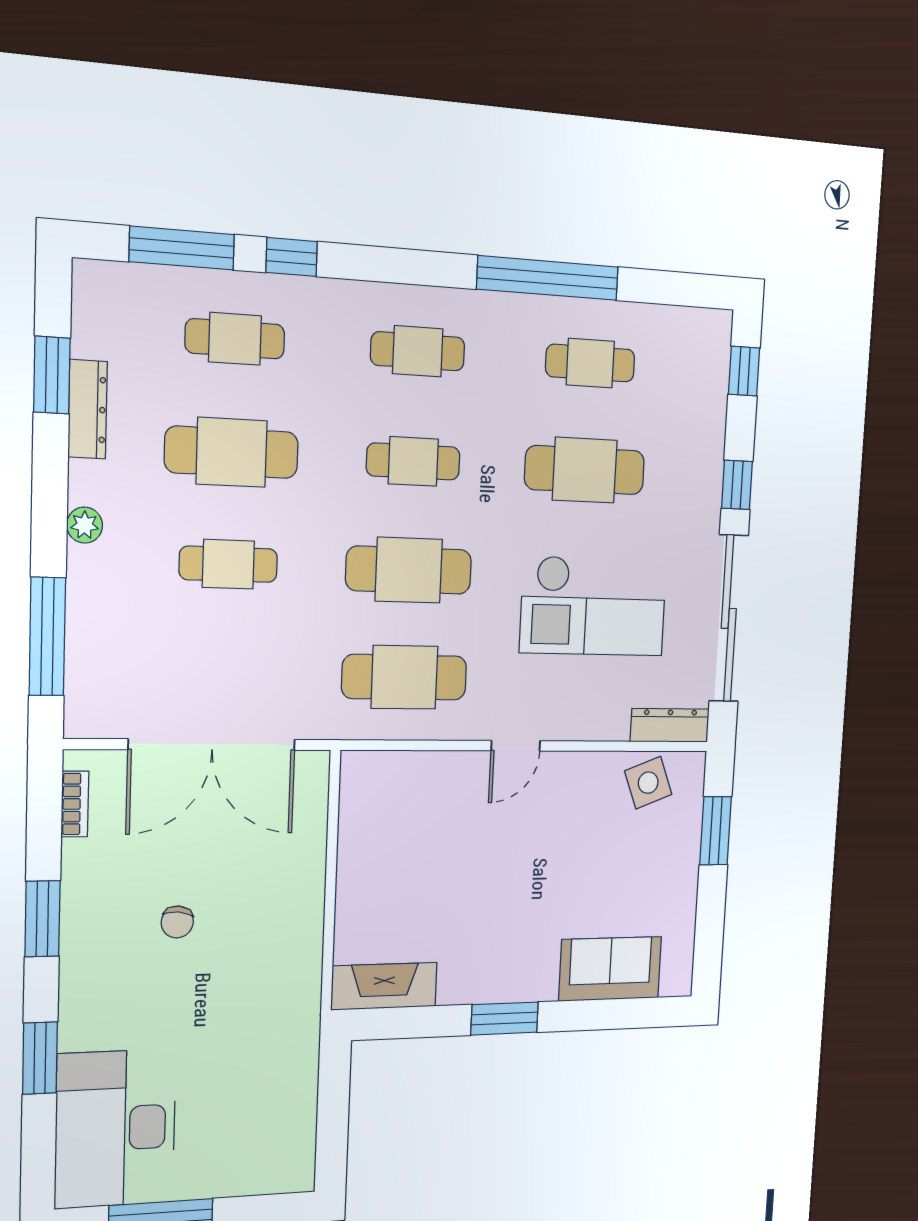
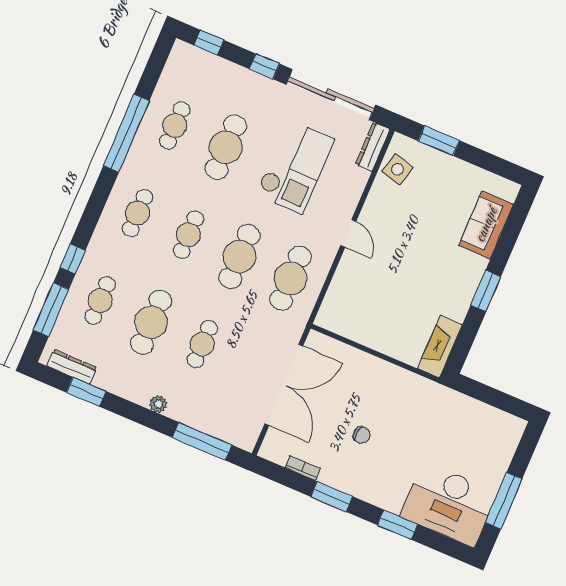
dresser: (88, 409) -> (72, 367), moved
side table: (648, 783) -> (397, 169), turned 35
bookcase: (75, 804) -> (303, 468), moved

